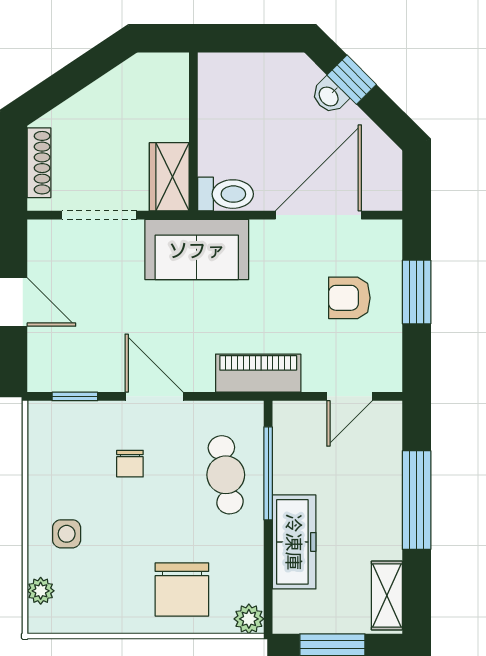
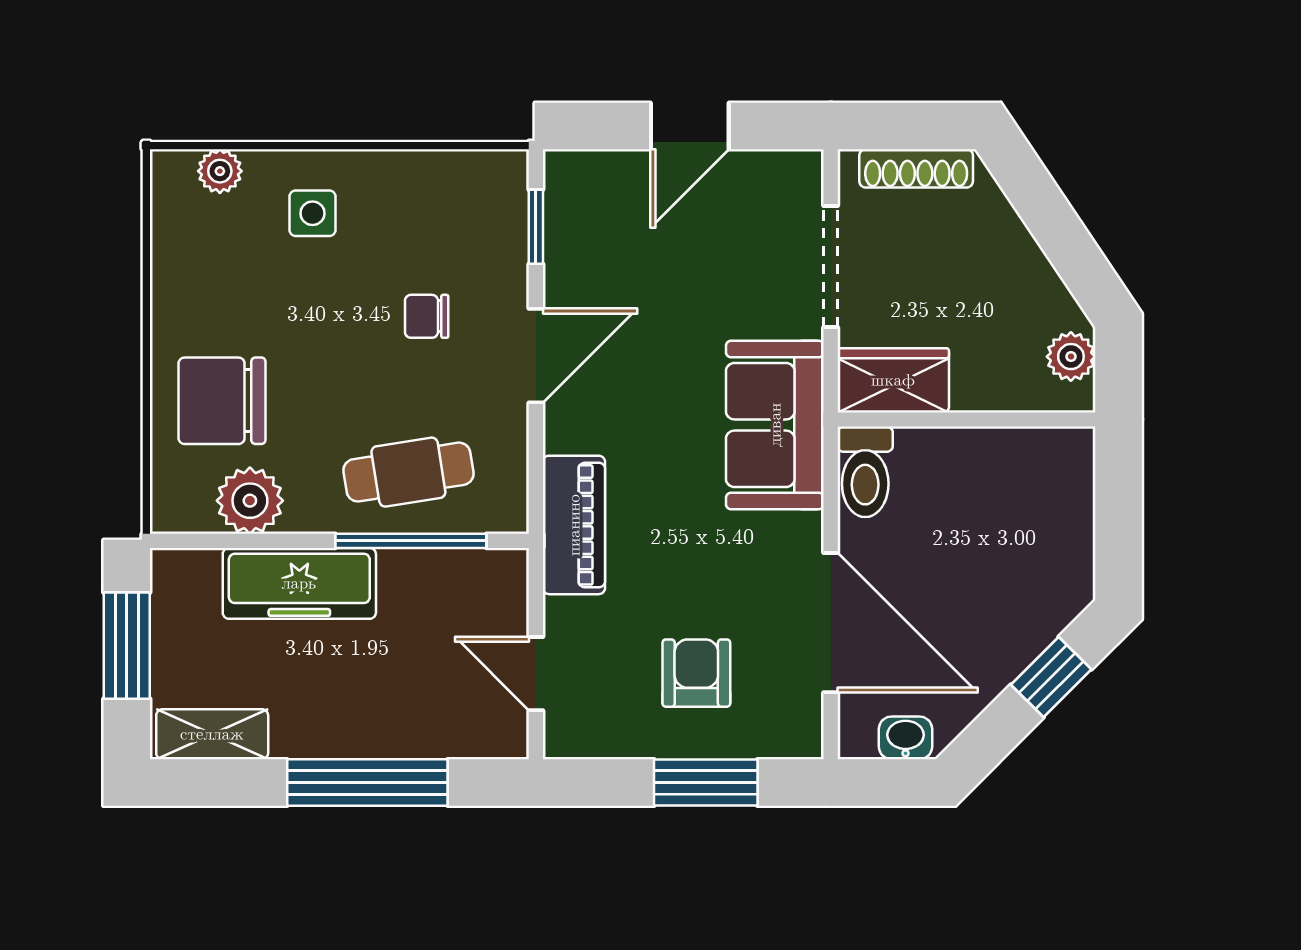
plant: (155, 67) -> (1071, 357), added
washbasin: (329, 96) -> (905, 738), moved, turned 45
plant: (249, 619) -> (250, 501), moved, width x1.38, depth x1.38

